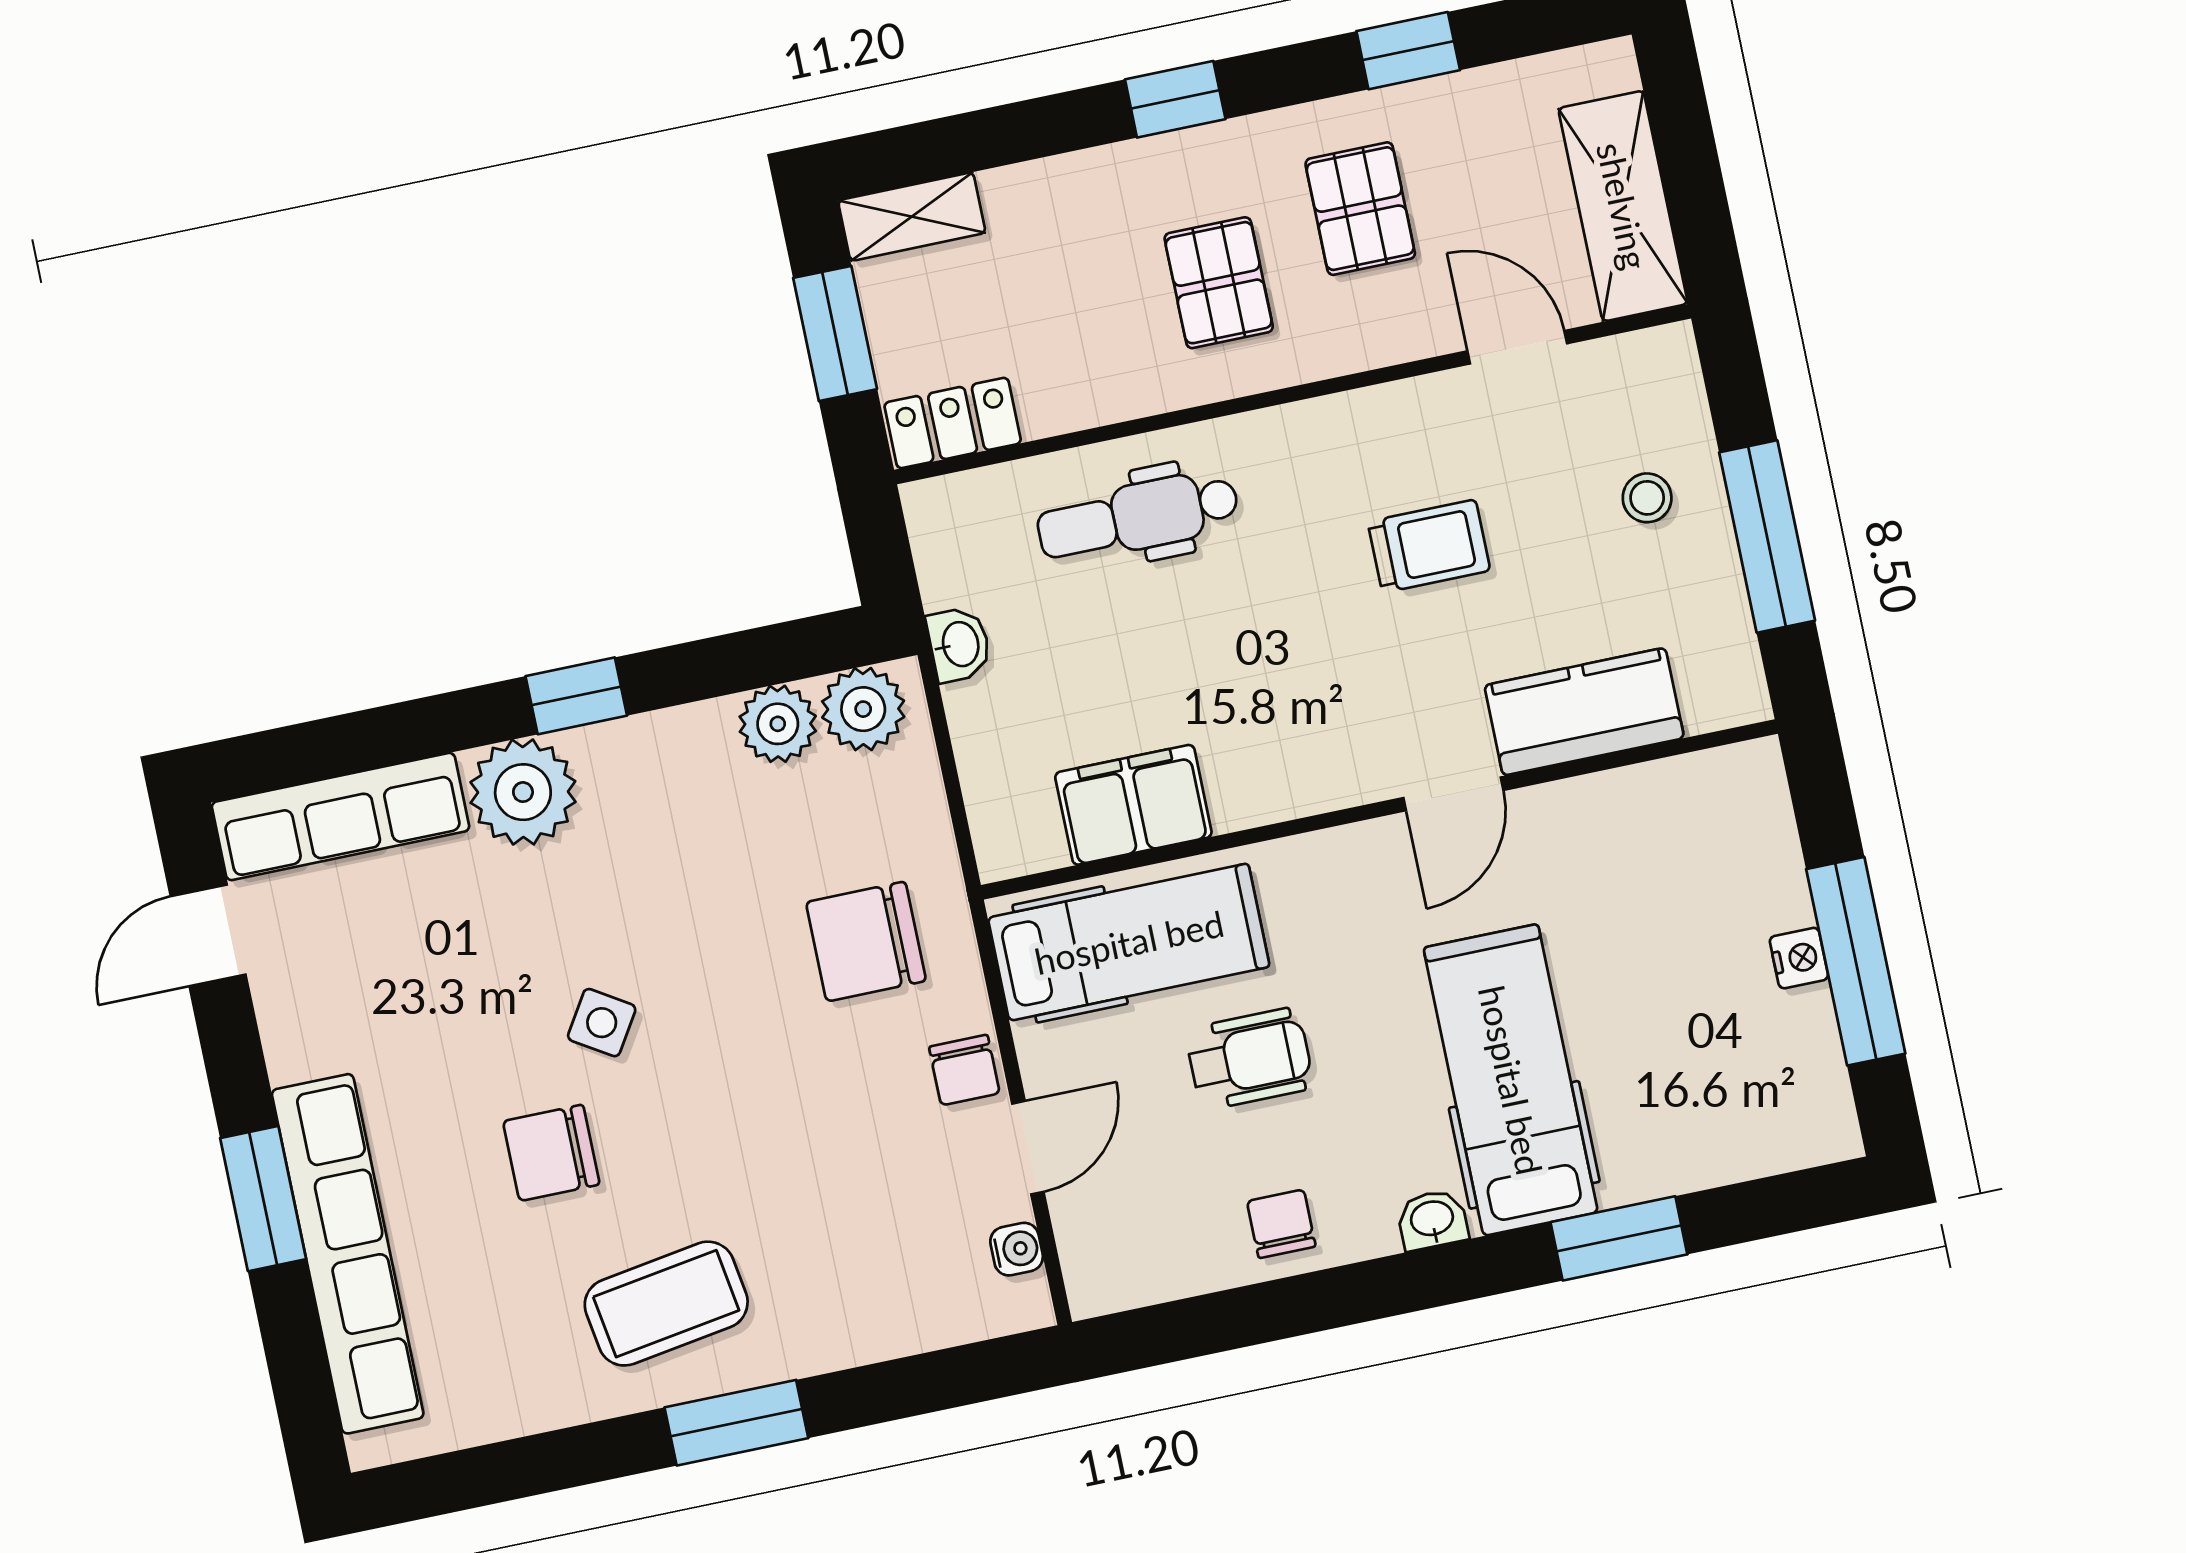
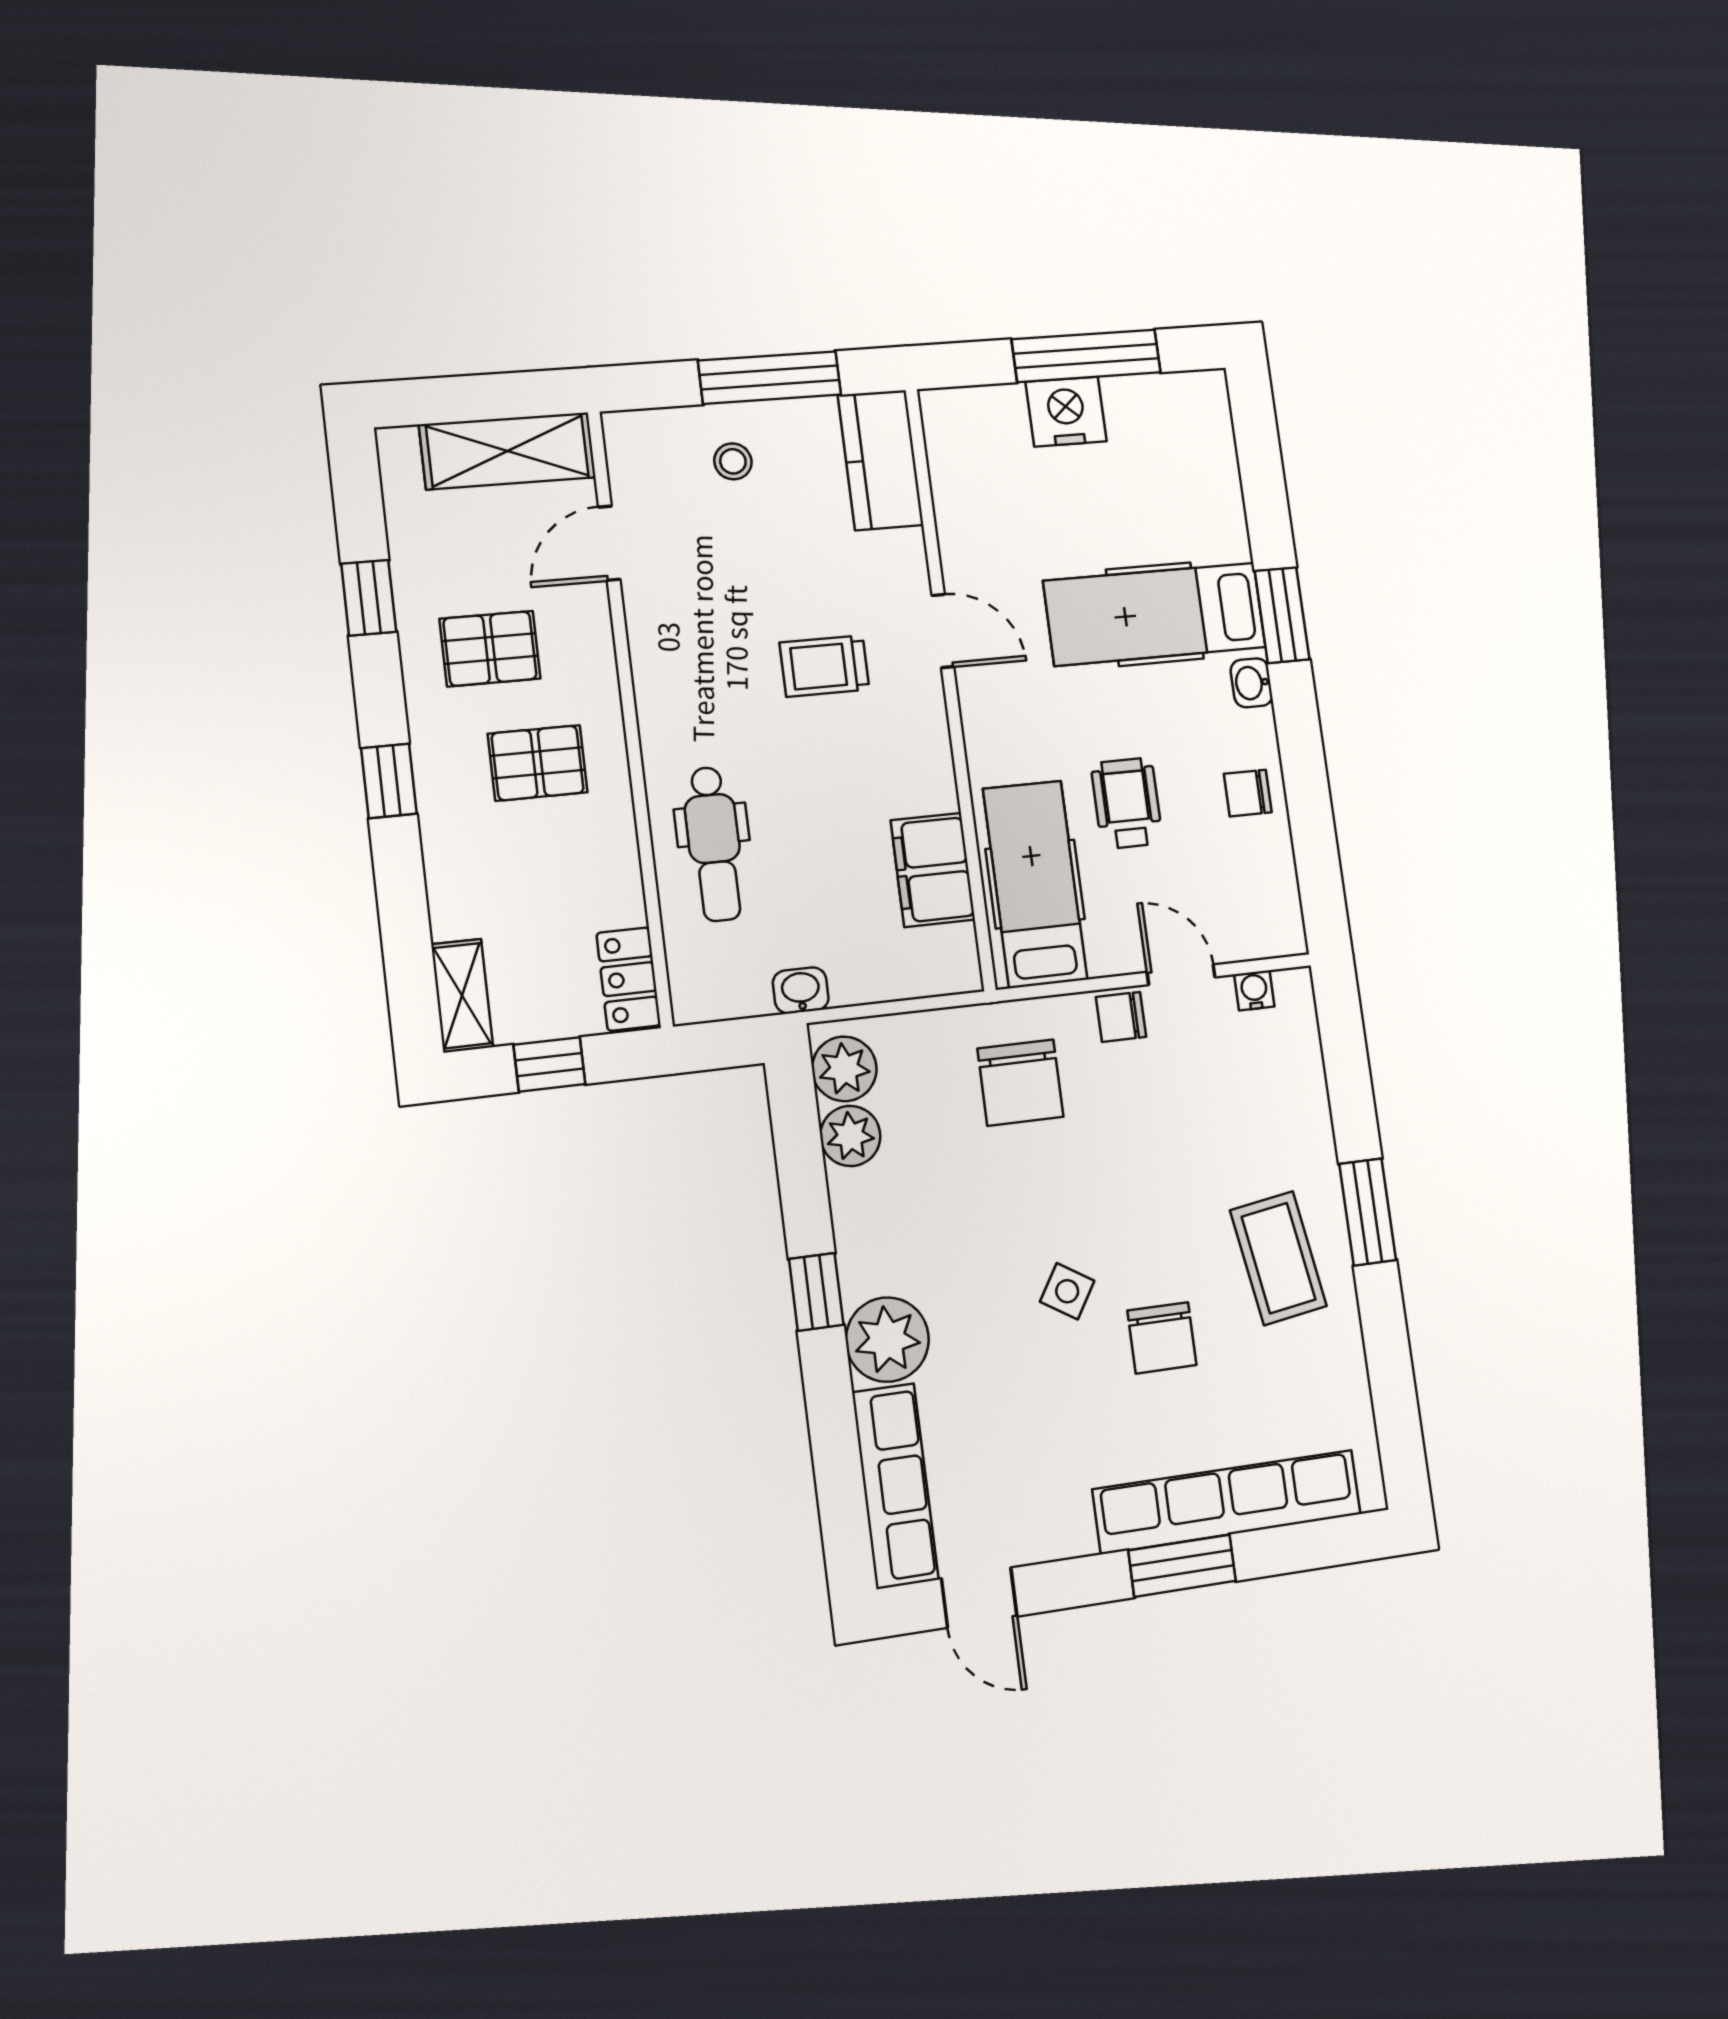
window: (835, 334) -> (549, 1064), width x0.67
trolley: (1429, 546) -> (824, 666), moved, turned -90
kitchen counter: (1584, 712) -> (881, 460), moved
nightstand: (1799, 958) -> (1066, 412), width x1.89, depth x1.79
chair: (964, 1070) -> (1121, 1017), turned 180
window: (1619, 1238) -> (1282, 615), moved

